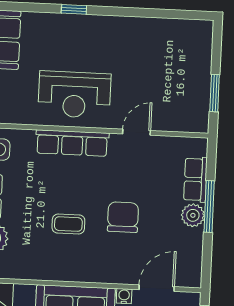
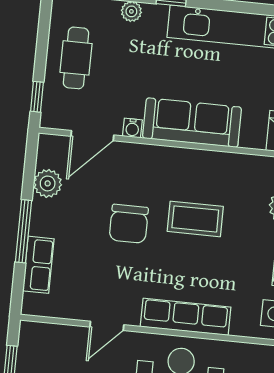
plant: (193, 215) -> (48, 183), moved
coffee table: (68, 224) -> (195, 219), width x1.36, depth x1.30

